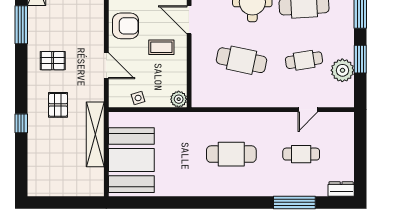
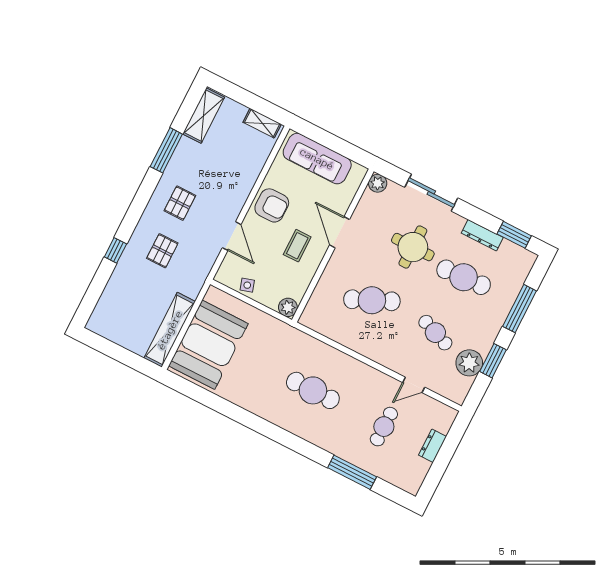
coffee table: (161, 47) -> (297, 246), turned 90
cafe table: (242, 60) -> (372, 300), turned -36
cafe table: (304, 60) -> (435, 333), turned 30
pallet: (53, 61) -> (180, 203), turned 90
shelving: (95, 134) -> (170, 330), moved
cafe table: (301, 154) -> (384, 427), turned 90
dresser: (341, 189) -> (432, 446), moved, turned -90

